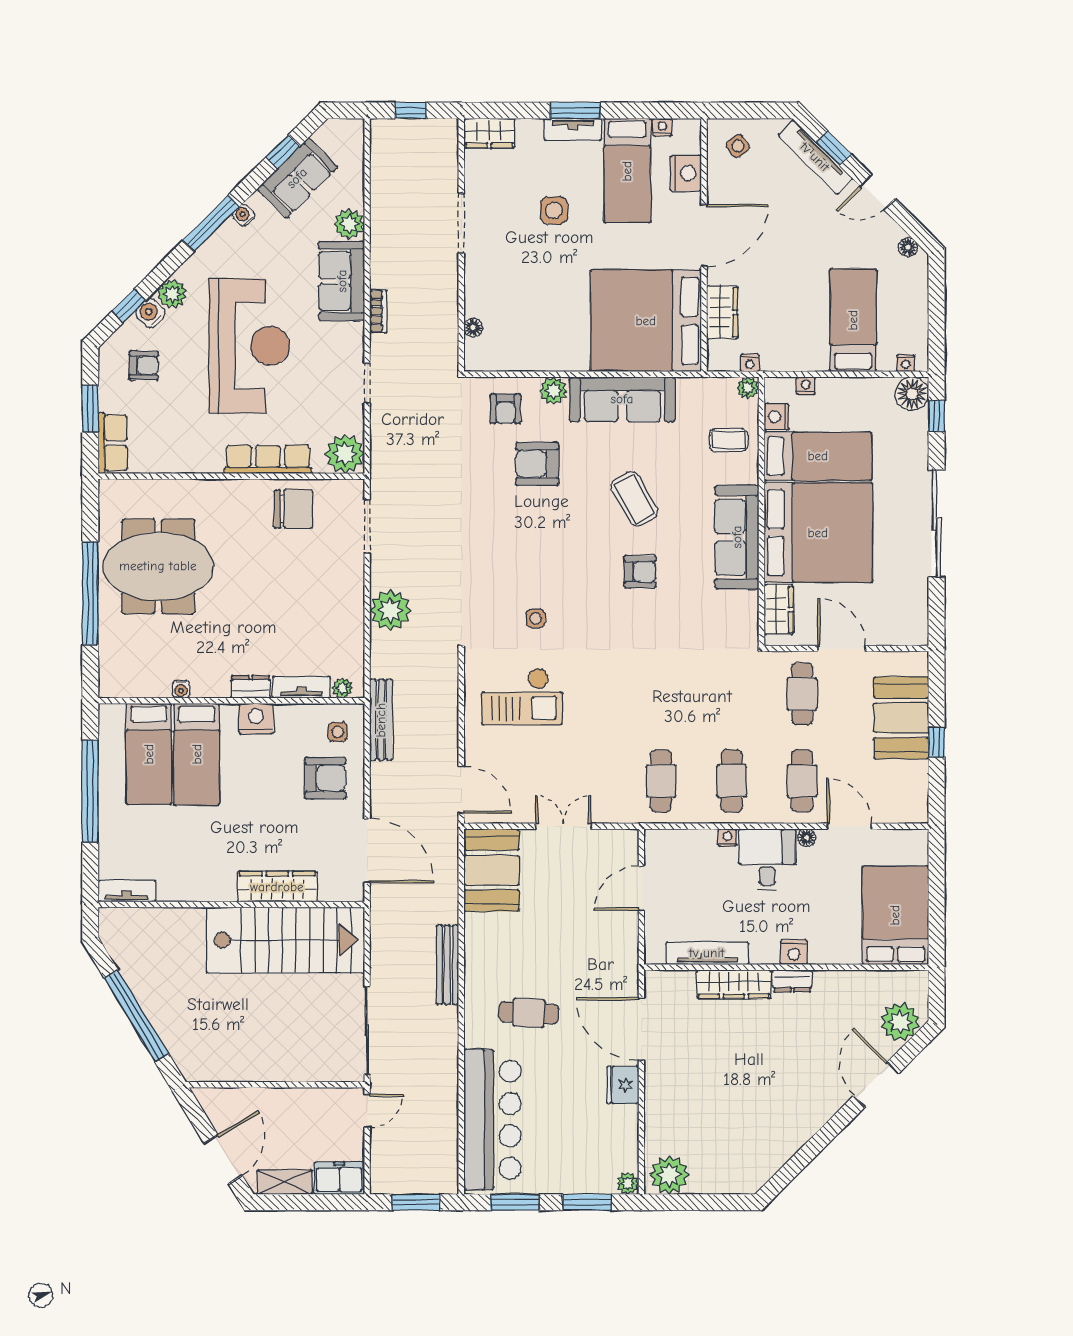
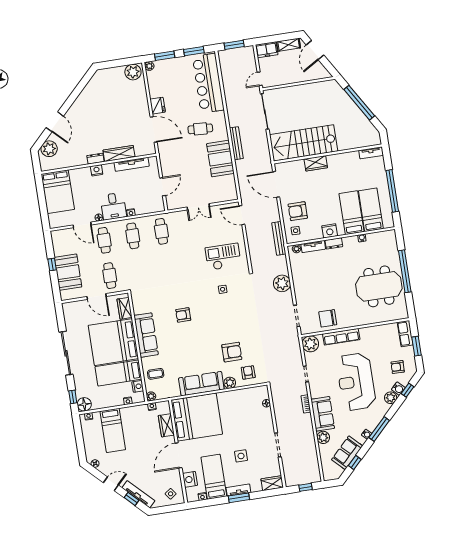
coffee table: (634, 499) -> (190, 344), removed
booth: (491, 870) -> (220, 159), moved
wardrobe: (277, 887) -> (316, 163), width x0.67

